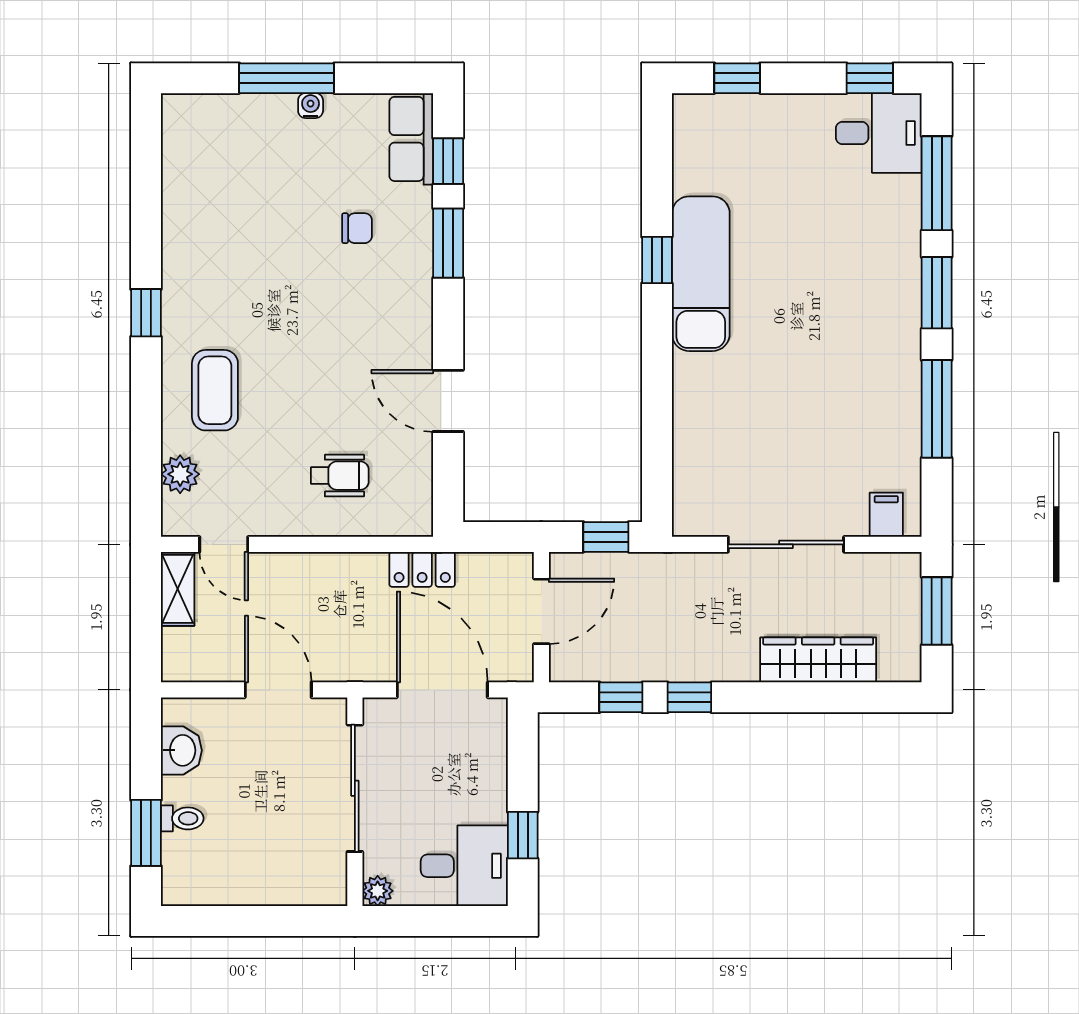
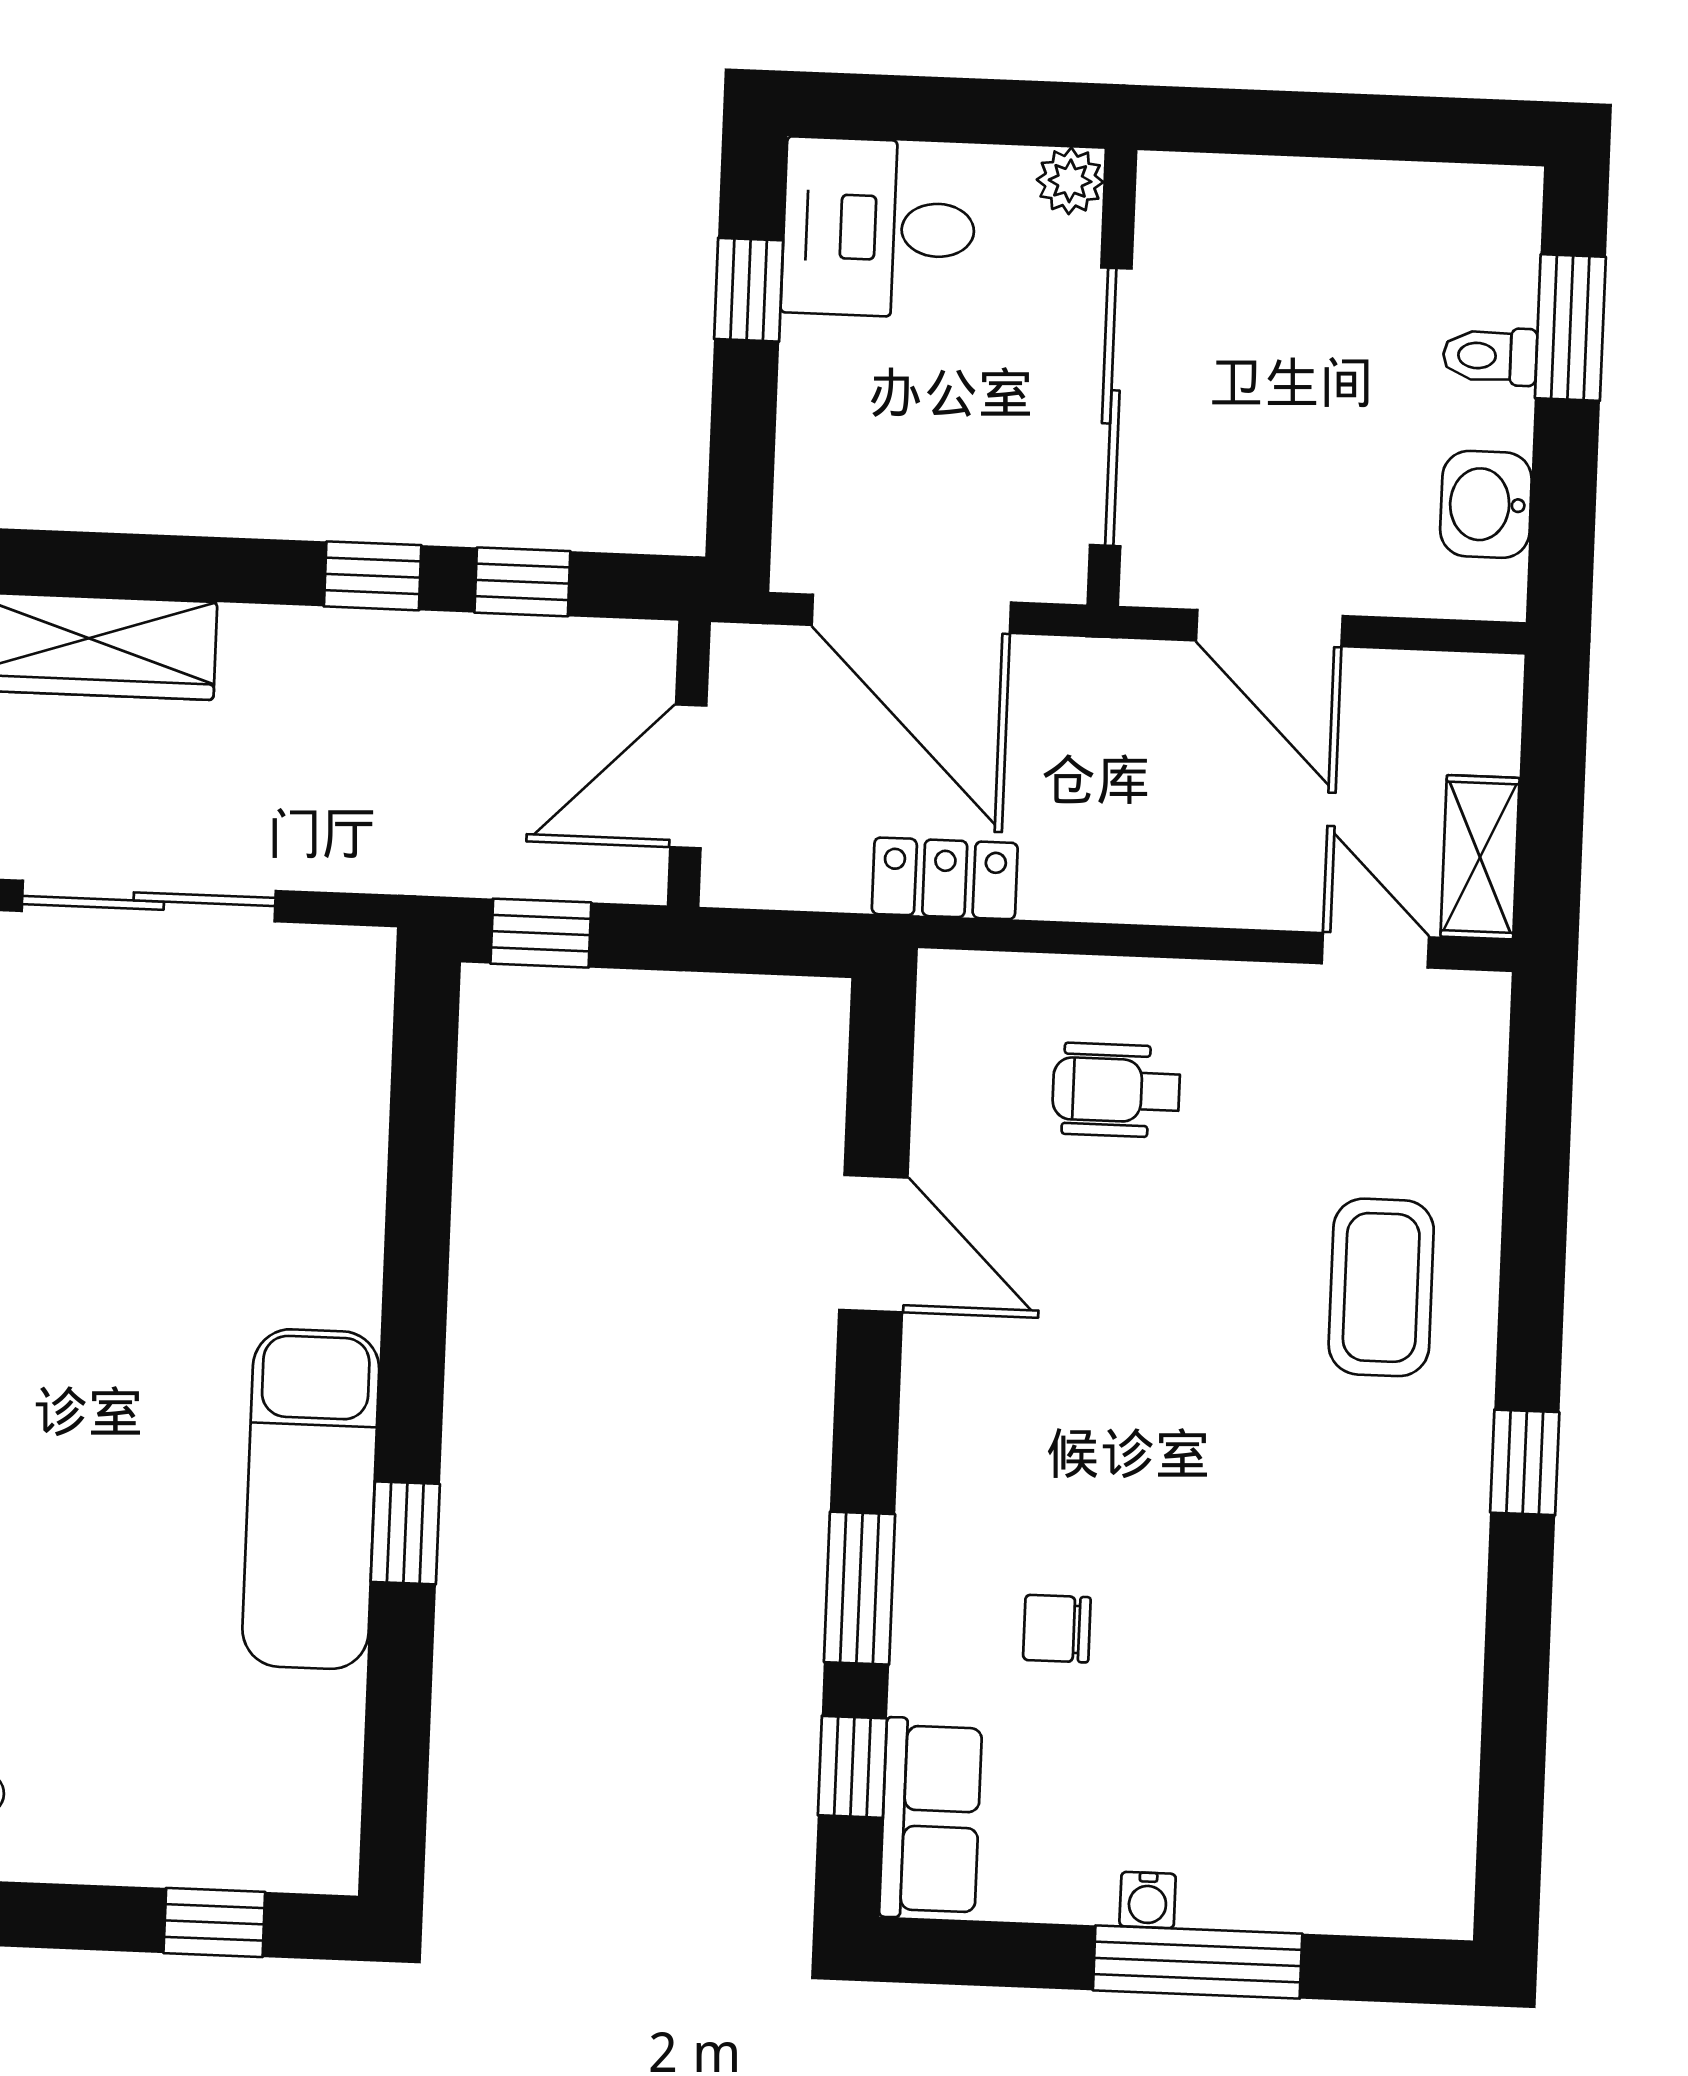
plant: (180, 474) -> (1465, 1107), removed

